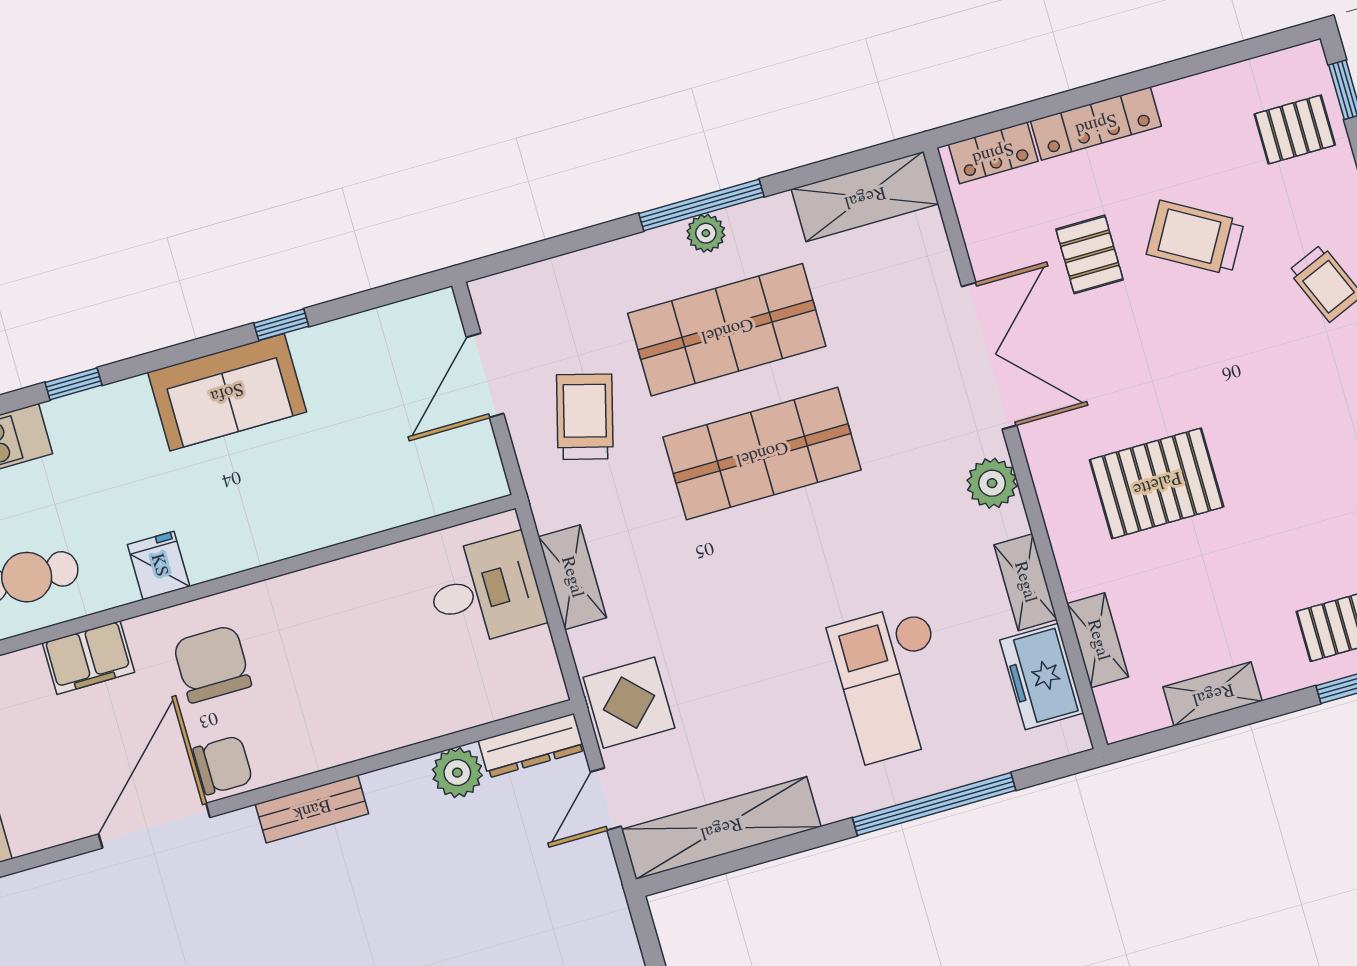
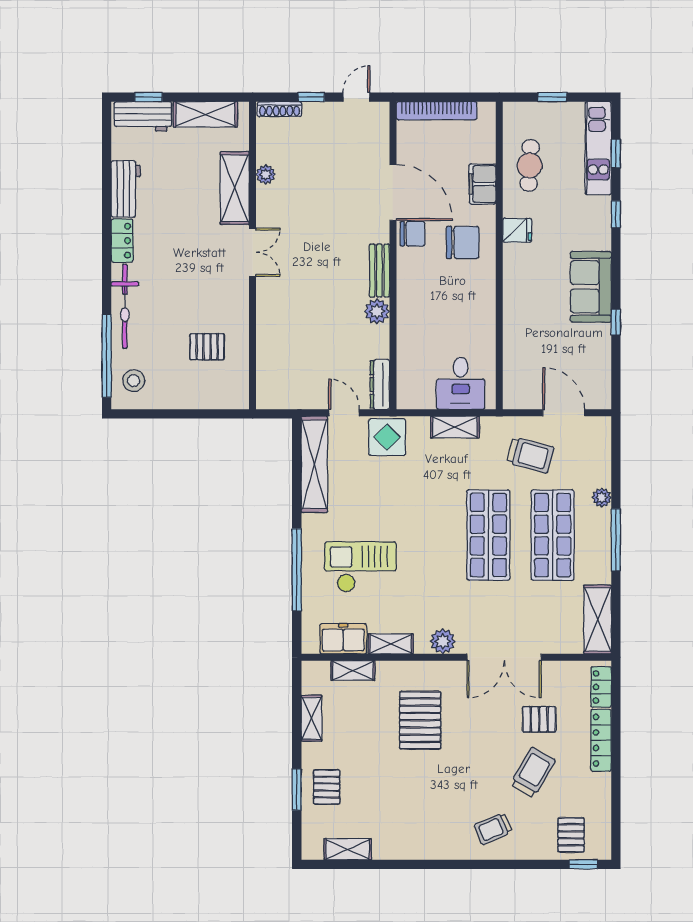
plant: (706, 233) -> (602, 497), moved
chair: (223, 765) -> (413, 234), turned -90
plant: (457, 773) -> (377, 311), moved

